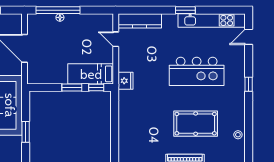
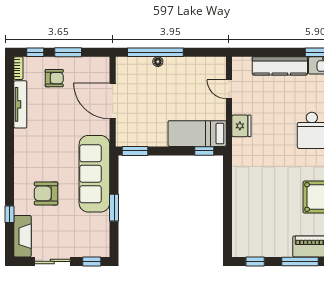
kitchen counter: (140, 21) -> (280, 66), moved
fridge: (125, 81) -> (241, 126), moved
window: (72, 88) -> (135, 151), moved

